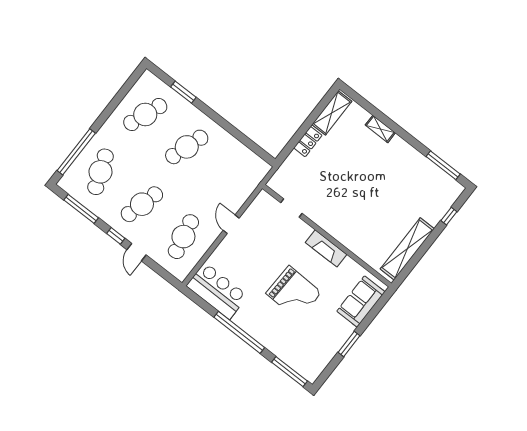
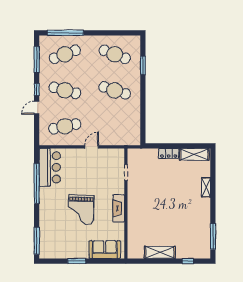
shelving: (407, 249) -> (160, 252), width x0.68
window: (239, 332) -> (37, 183), moved

